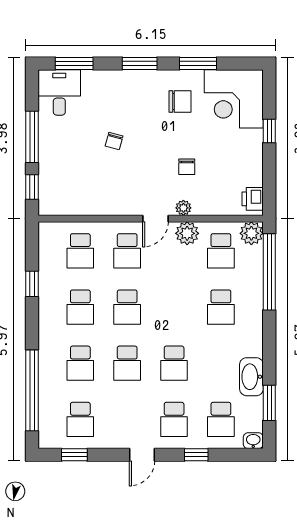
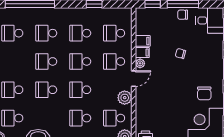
chair: (187, 167) -> (183, 15), moved
filing cabinet: (93, 203) -> (143, 41), added
filing cabinet: (112, 204) -> (142, 53), added
plant: (183, 208) -> (140, 63), moved
door: (155, 219) -> (134, 79), swing flipped
school desk: (174, 307) -> (80, 90), added

